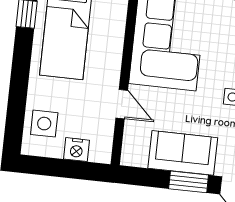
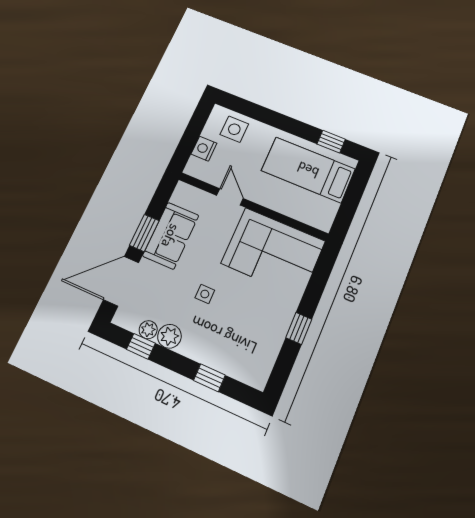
door: (122, 104) -> (230, 197), swing flipped

